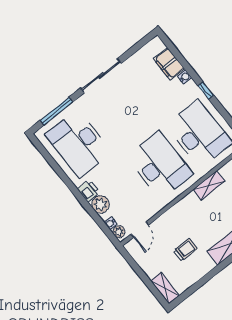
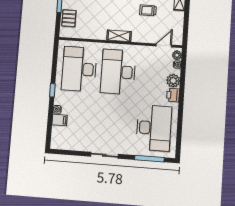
filing cabinet: (169, 64) -> (60, 120), width x0.50
sliding door: (101, 76) -> (104, 155), width x0.73
shelving: (209, 185) -> (119, 36), moved

